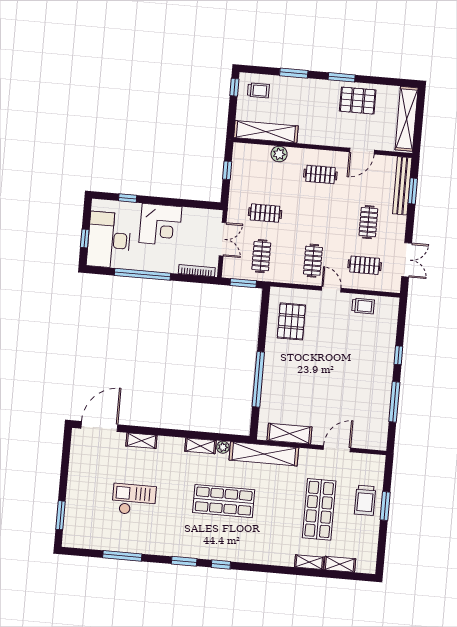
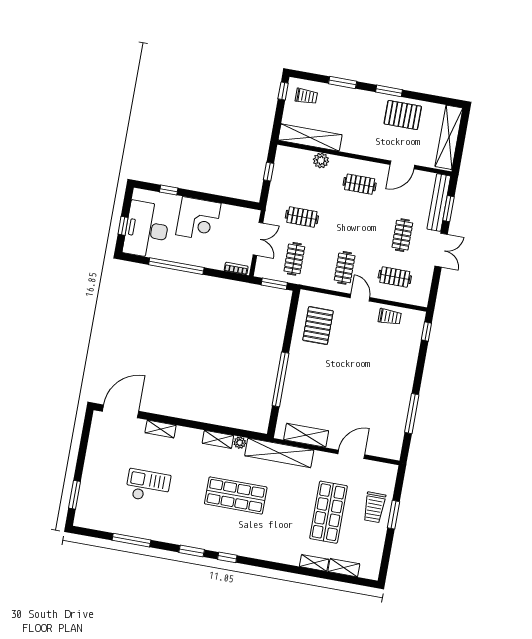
double door: (407, 260) -> (441, 250), moved
bookcase: (197, 271) -> (236, 268), width x0.64
window: (398, 355) -> (426, 332), moved

